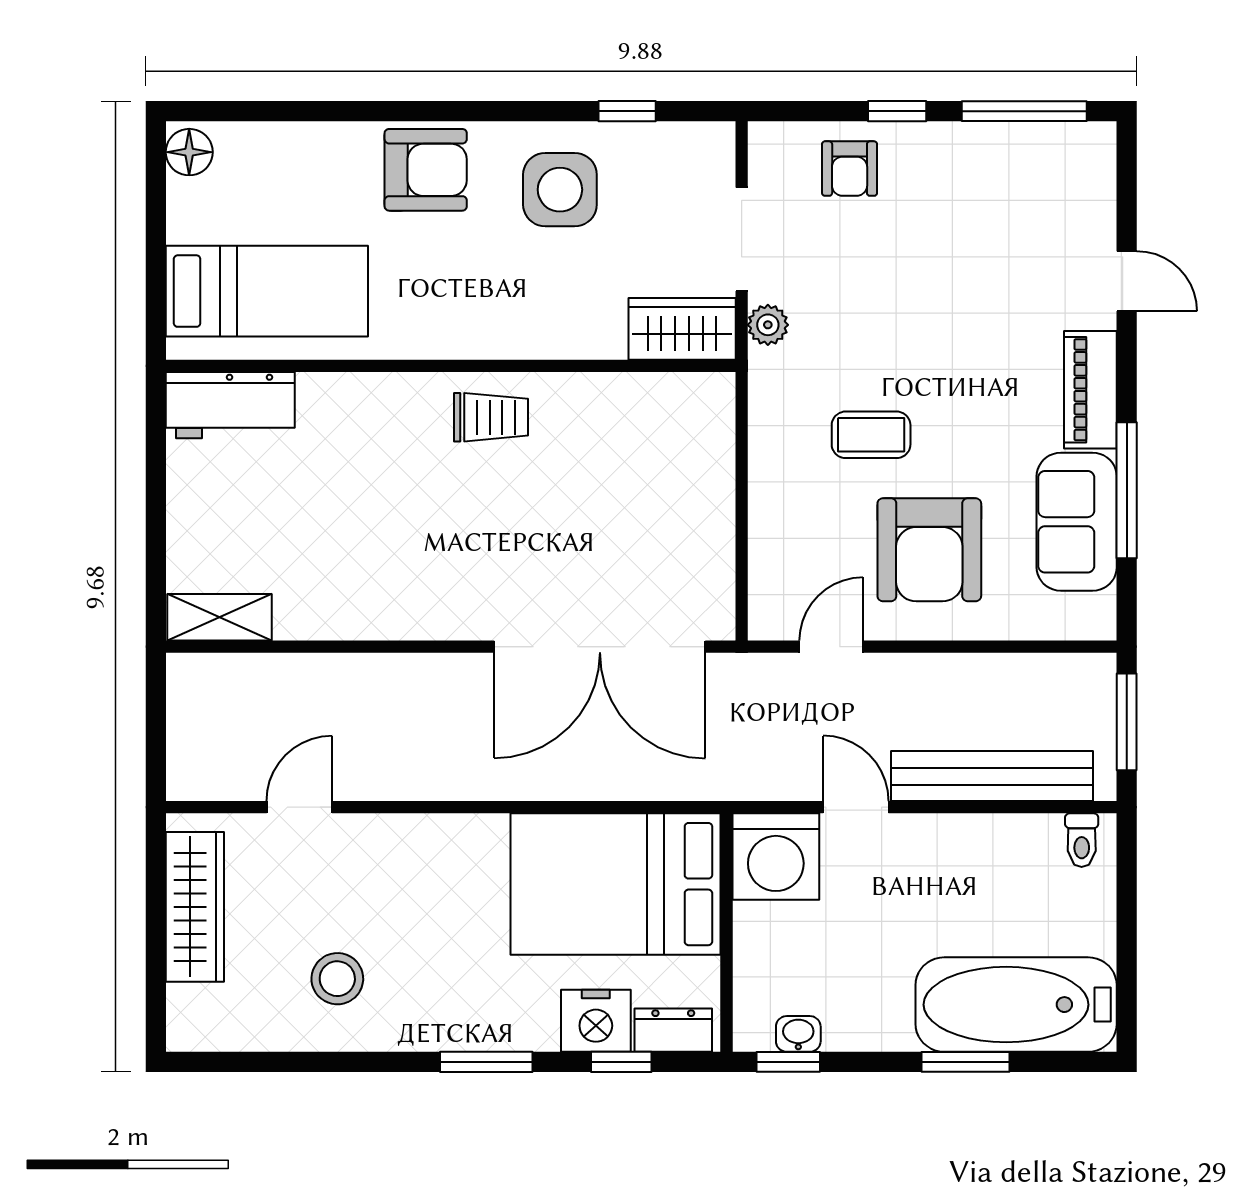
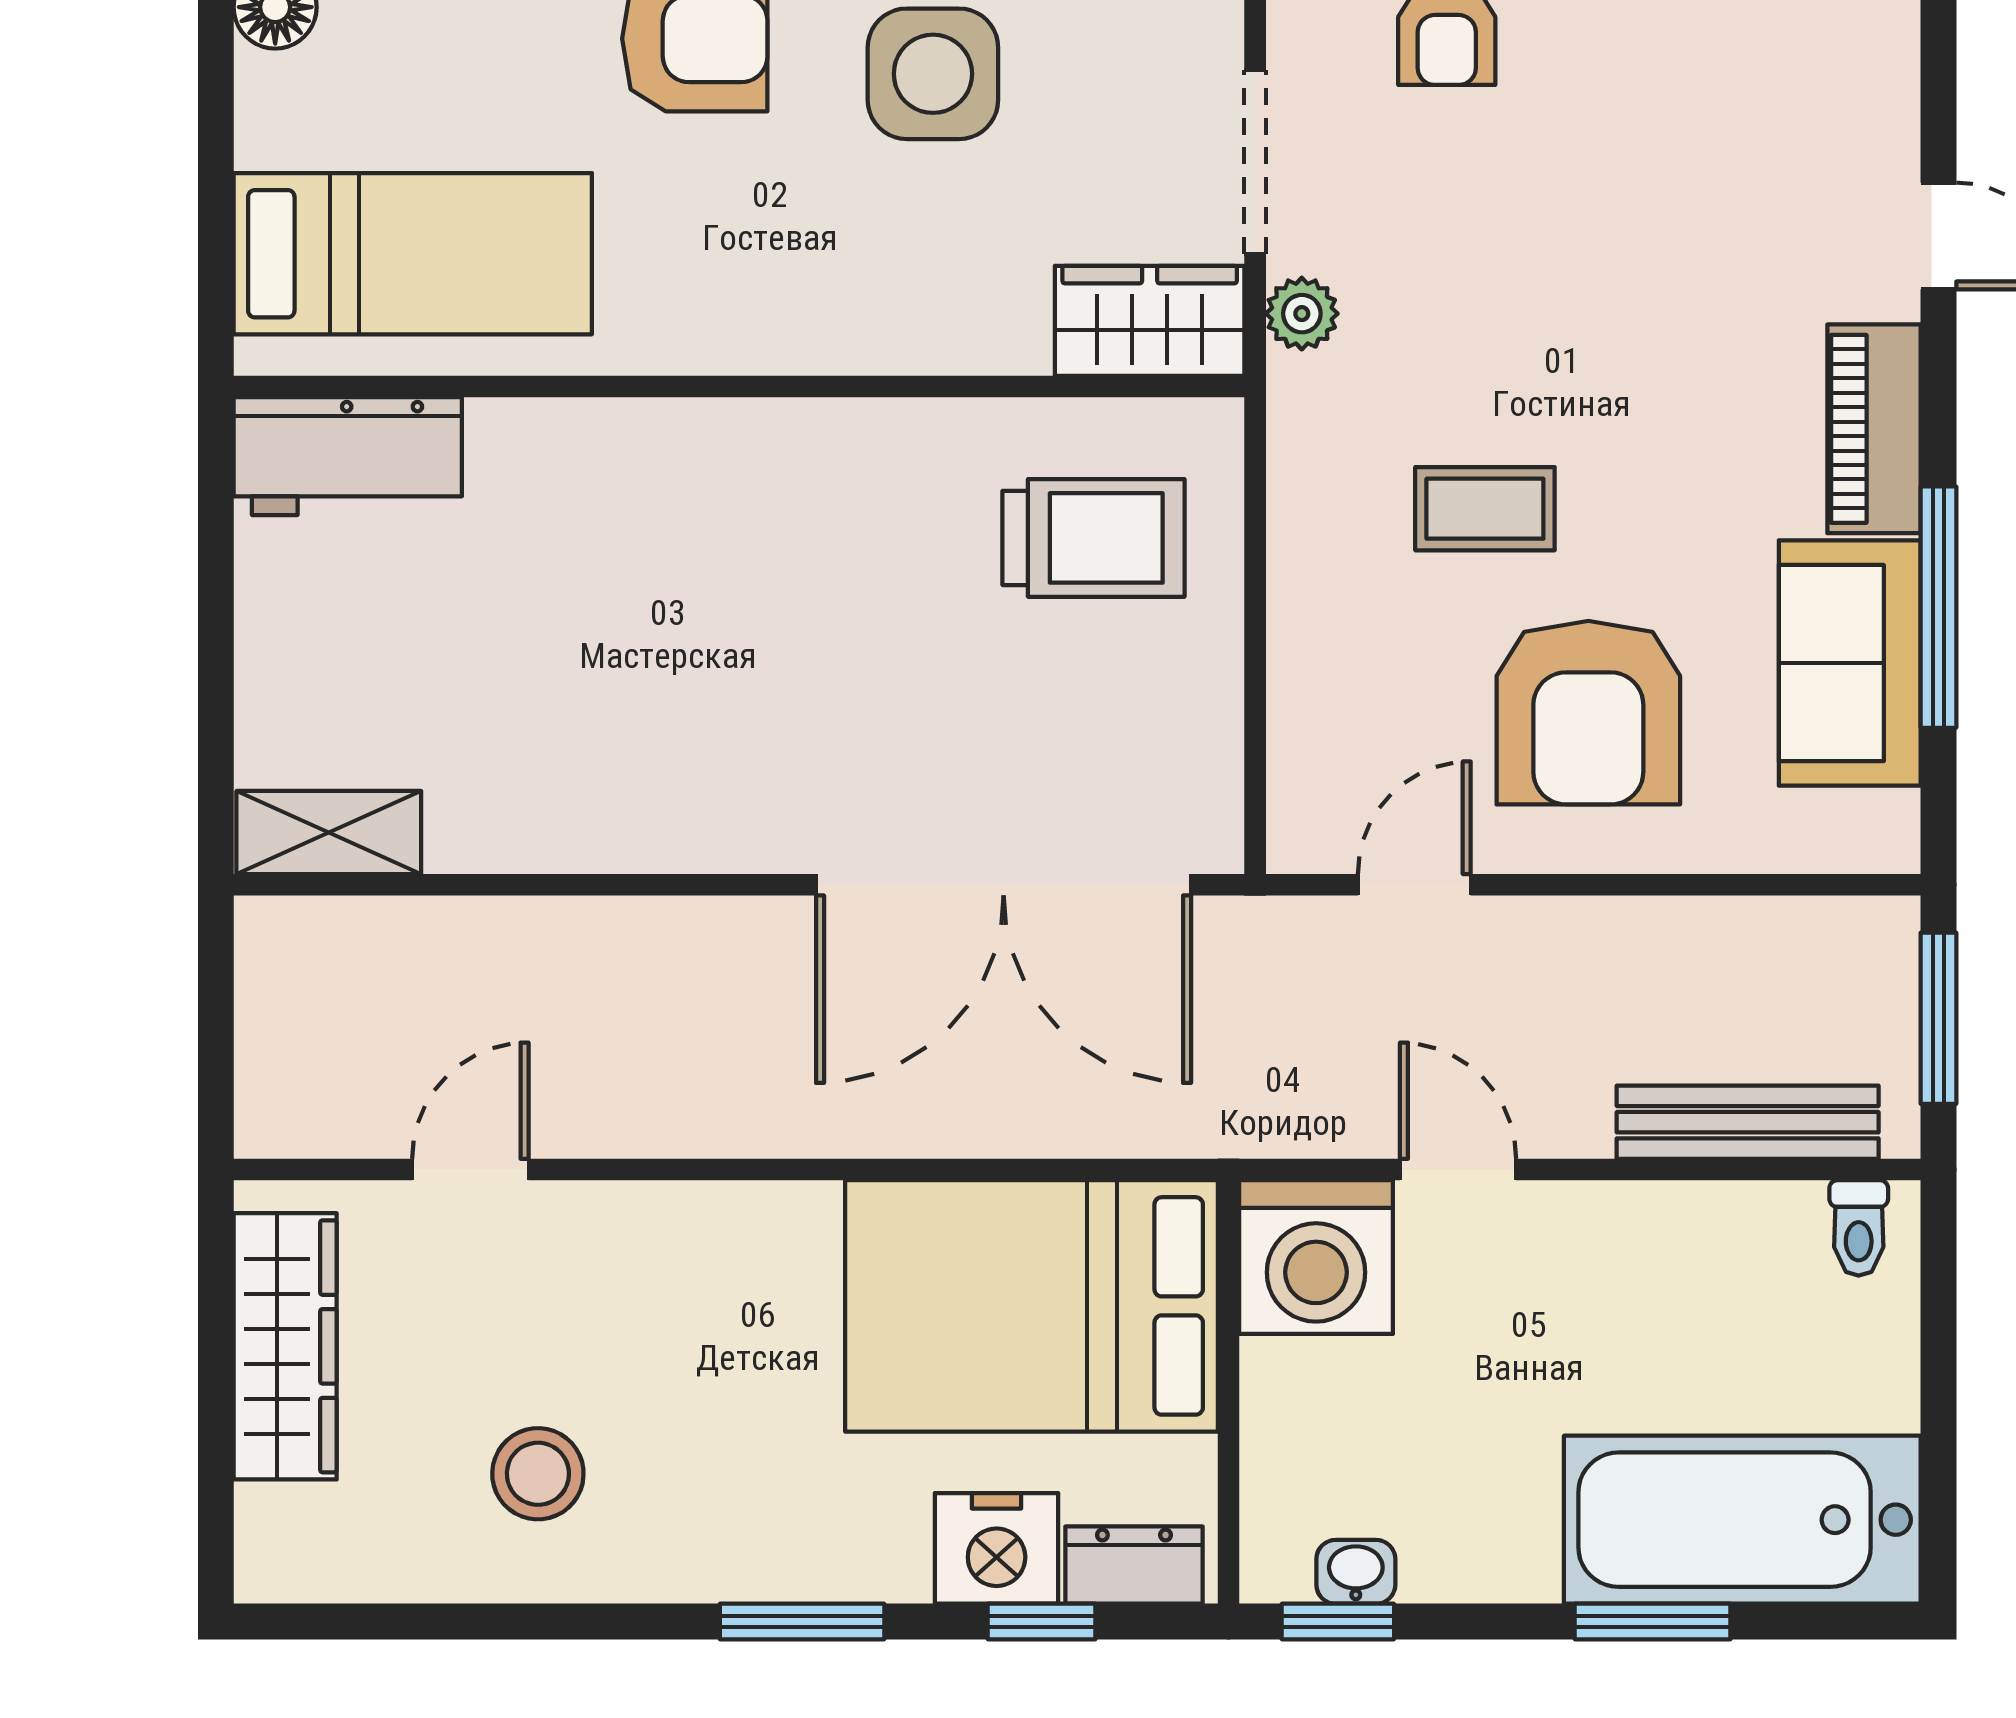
trolley: (491, 417) -> (1094, 538), moved, width x1.36, depth x1.39
bench: (992, 776) -> (1748, 1122), width x0.73, depth x0.82

